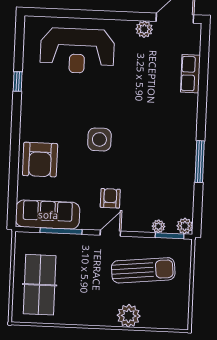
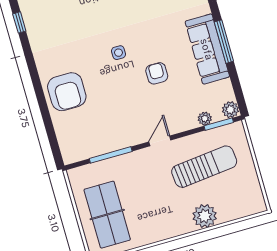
side table: (99, 139) -> (118, 53), width x0.54, depth x0.54
armchair: (110, 198) -> (157, 73), moved
sofa: (48, 215) -> (207, 49), moved, turned -90

